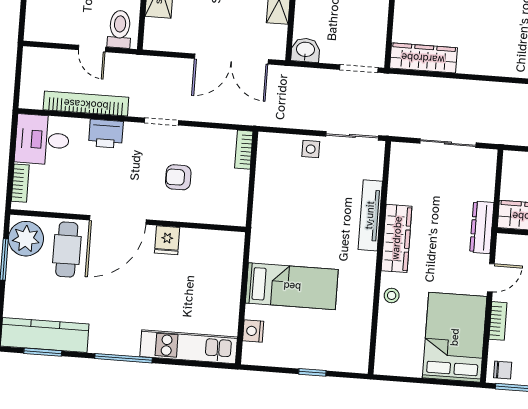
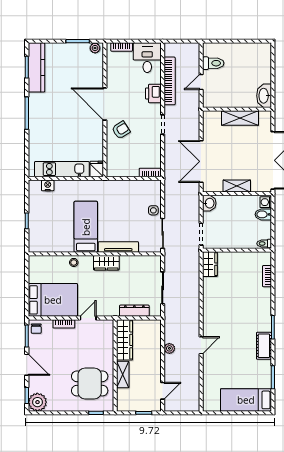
toilet: (120, 29) -> (213, 63), moved
wardrobe: (423, 58) -> (210, 264), width x0.67
armchair: (178, 177) -> (121, 130), moved, turned 58
dresser: (482, 227) -> (134, 311), moved
wardrobe: (397, 238) -> (106, 263), width x0.67
plant: (26, 239) -> (95, 48), width x0.53, depth x0.53
fridge: (167, 240) -> (97, 169), moved, turned 90
cafe table: (67, 250) -> (86, 76), removed
door: (491, 278) -> (88, 318), swing flipped
bed: (292, 286) -> (86, 227), moved, turned 180
kitchen unit: (189, 347) -> (62, 169), moved, turned -90

